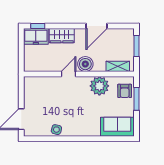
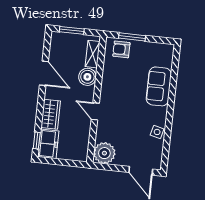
boiler: (85, 64) -> (87, 77), moved
plant: (99, 86) -> (104, 153), moved
armchair: (125, 91) -> (121, 49), turned 180
sofa: (117, 127) -> (159, 86), moved

